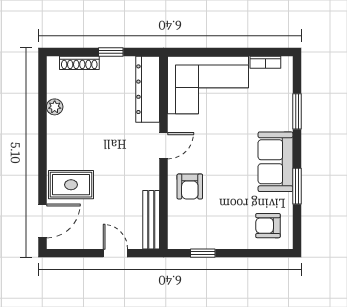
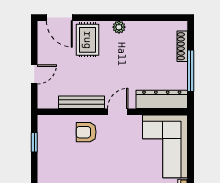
window: (111, 52) -> (191, 71), width x2.17
plant: (55, 107) -> (119, 27), moved
door: (164, 146) -> (118, 112), swing flipped
bench: (151, 220) -> (82, 102), moved

